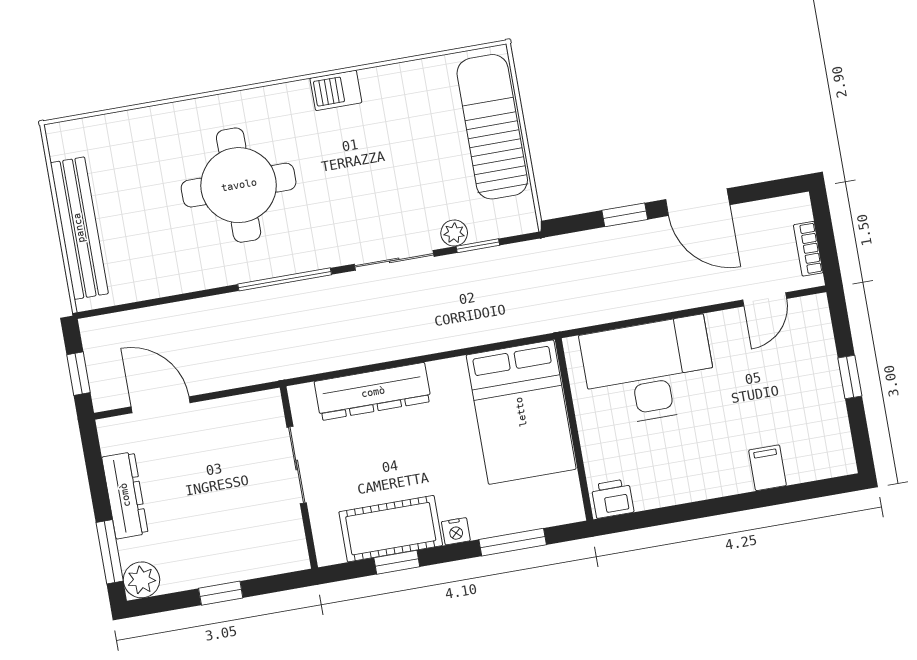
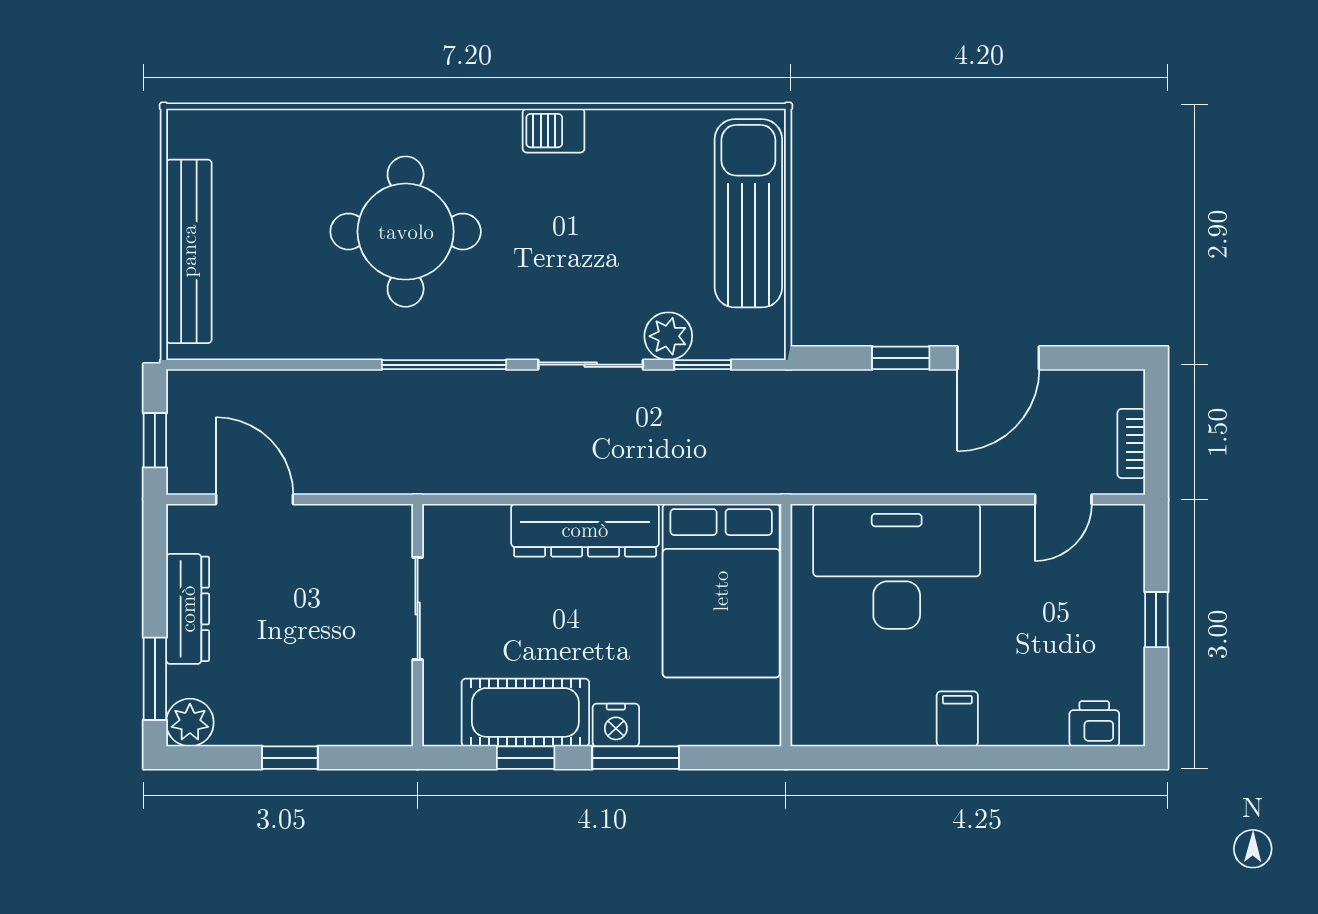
door: (698, 202) -> (998, 358), hinge flipped
plant: (454, 233) -> (668, 336), width x1.38, depth x1.38
dresser: (373, 392) -> (585, 530), moved
filing cabinet: (768, 468) -> (957, 719), moved
printer: (612, 499) -> (1094, 724), moved
nightstand: (456, 531) -> (616, 725), width x1.39, depth x1.35
window: (513, 542) -> (636, 758), moved

